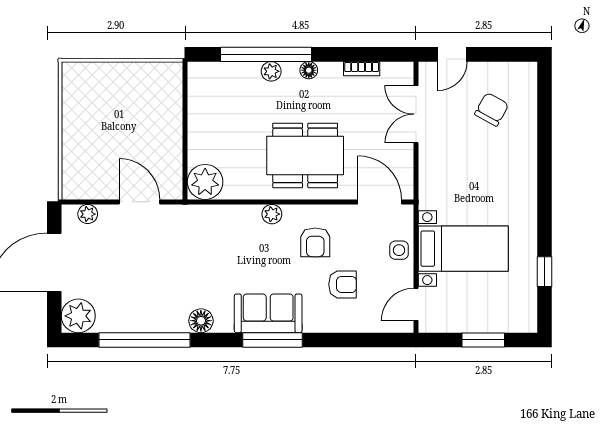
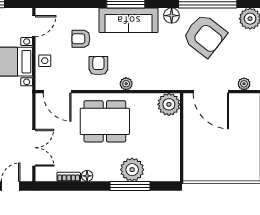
window: (266, 54) -> (130, 186), width x0.68
floor lamp: (309, 70) -> (87, 176), moved
plant: (271, 71) -> (132, 170), width x1.88, depth x1.88
door: (140, 202) -> (211, 92), width x1.36
armchair: (149, 290) -> (205, 36), added
sofa: (268, 313) -> (129, 20), width x1.36

